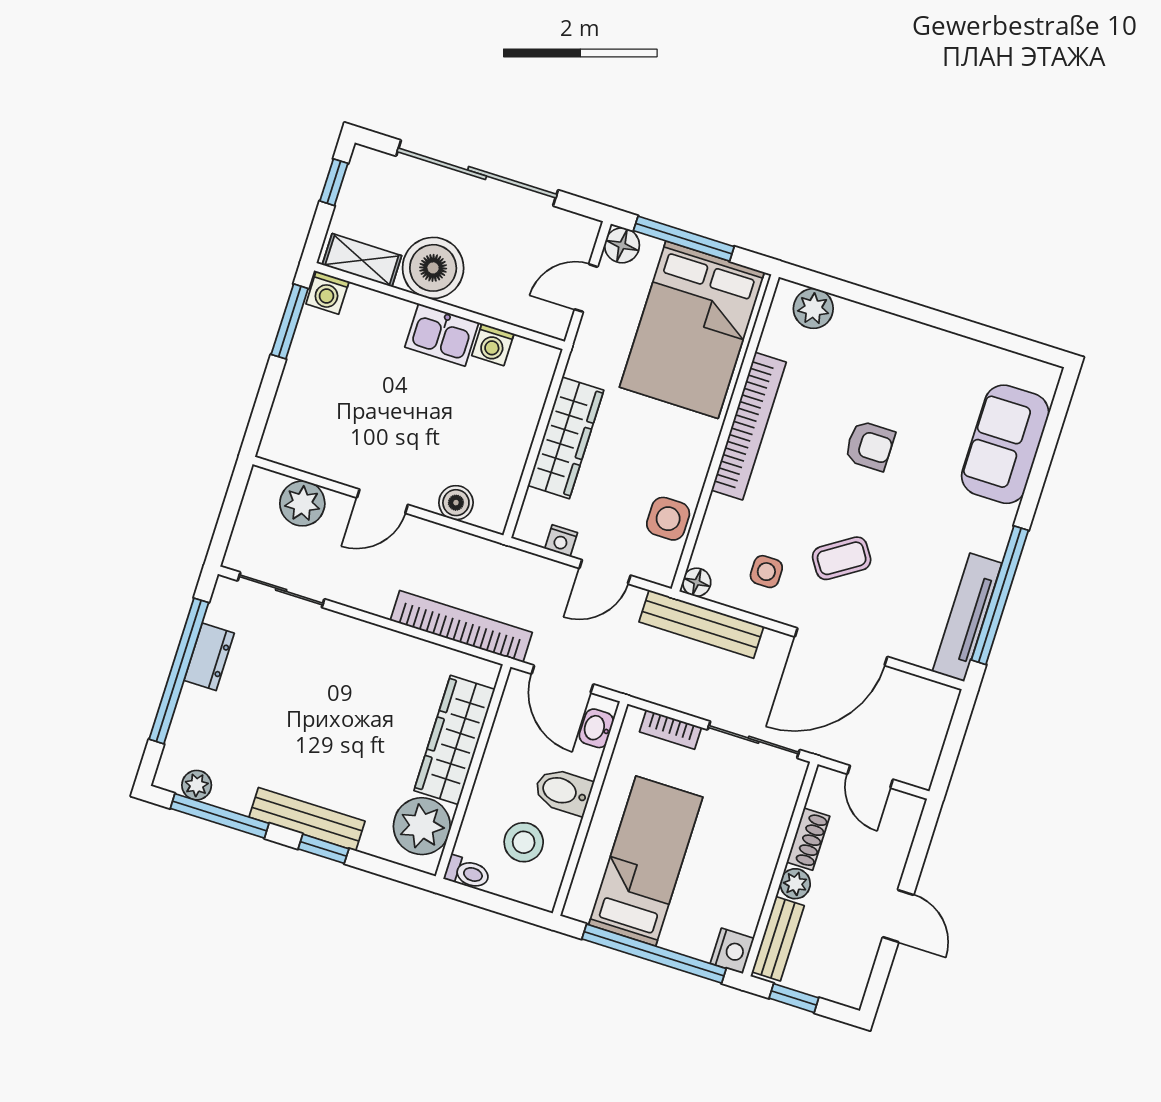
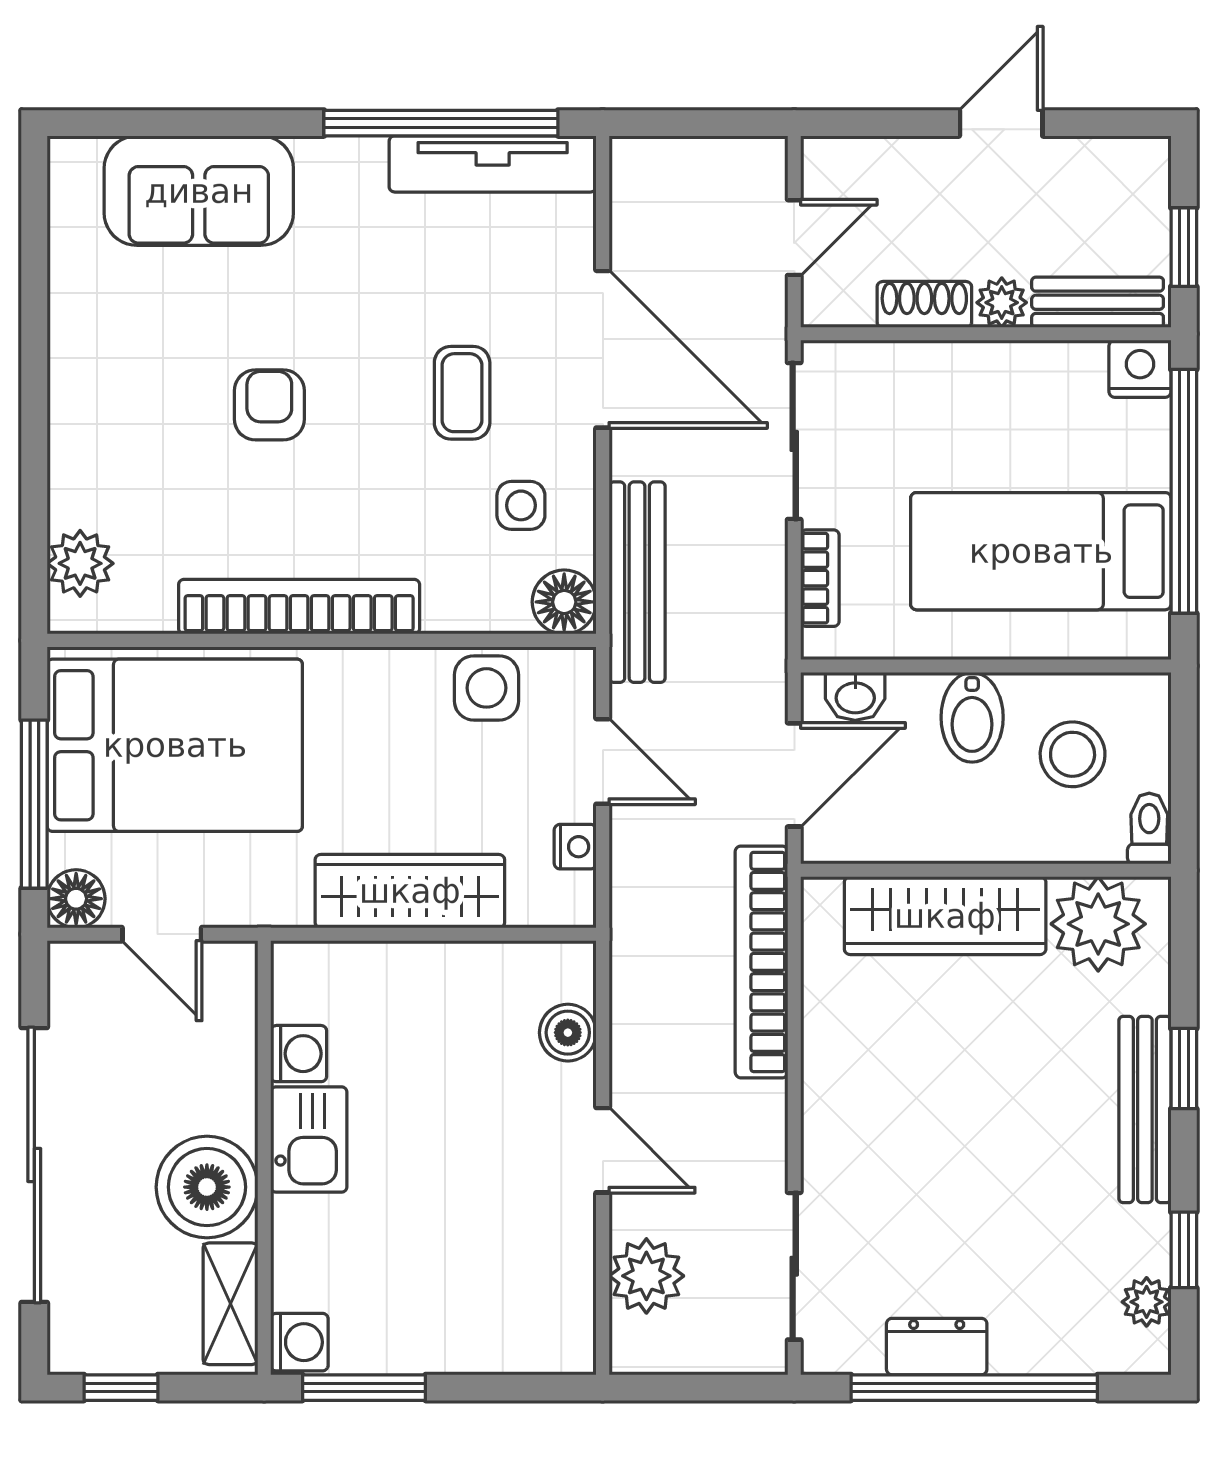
coffee table: (842, 558) -> (462, 393), turned 33
floor lamp: (697, 582) -> (564, 602), width x1.37, depth x1.37
window: (220, 816) -> (1184, 1250), width x0.46

